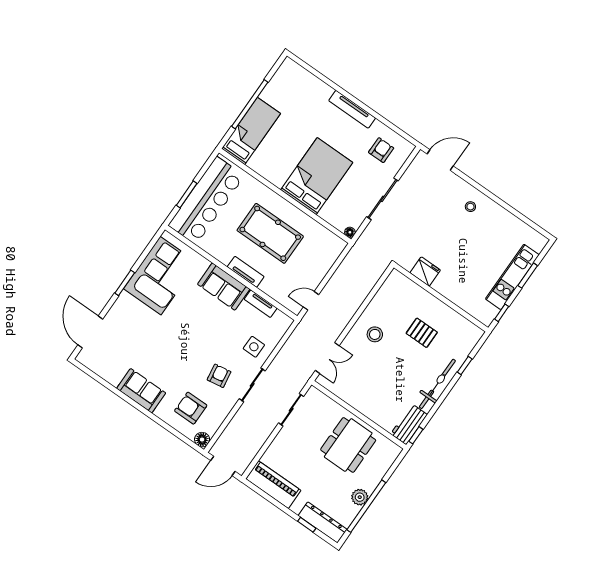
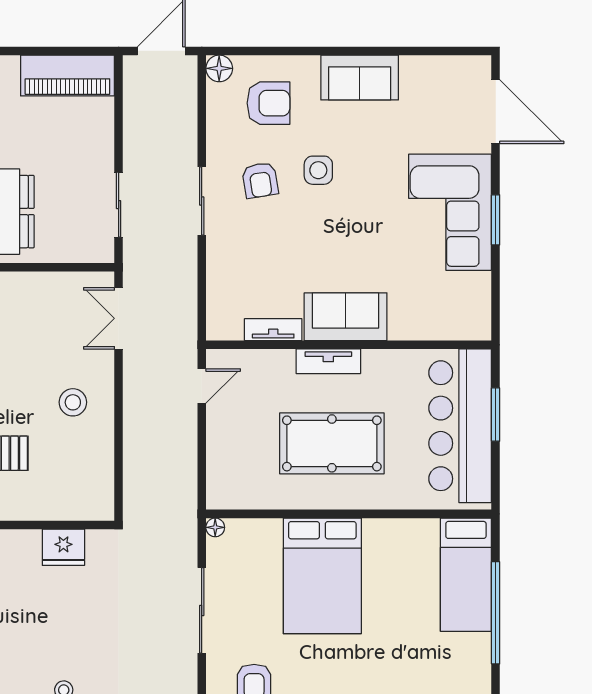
corner sofa: (161, 276) -> (450, 212), moved
side table: (254, 347) -> (318, 170), moved

